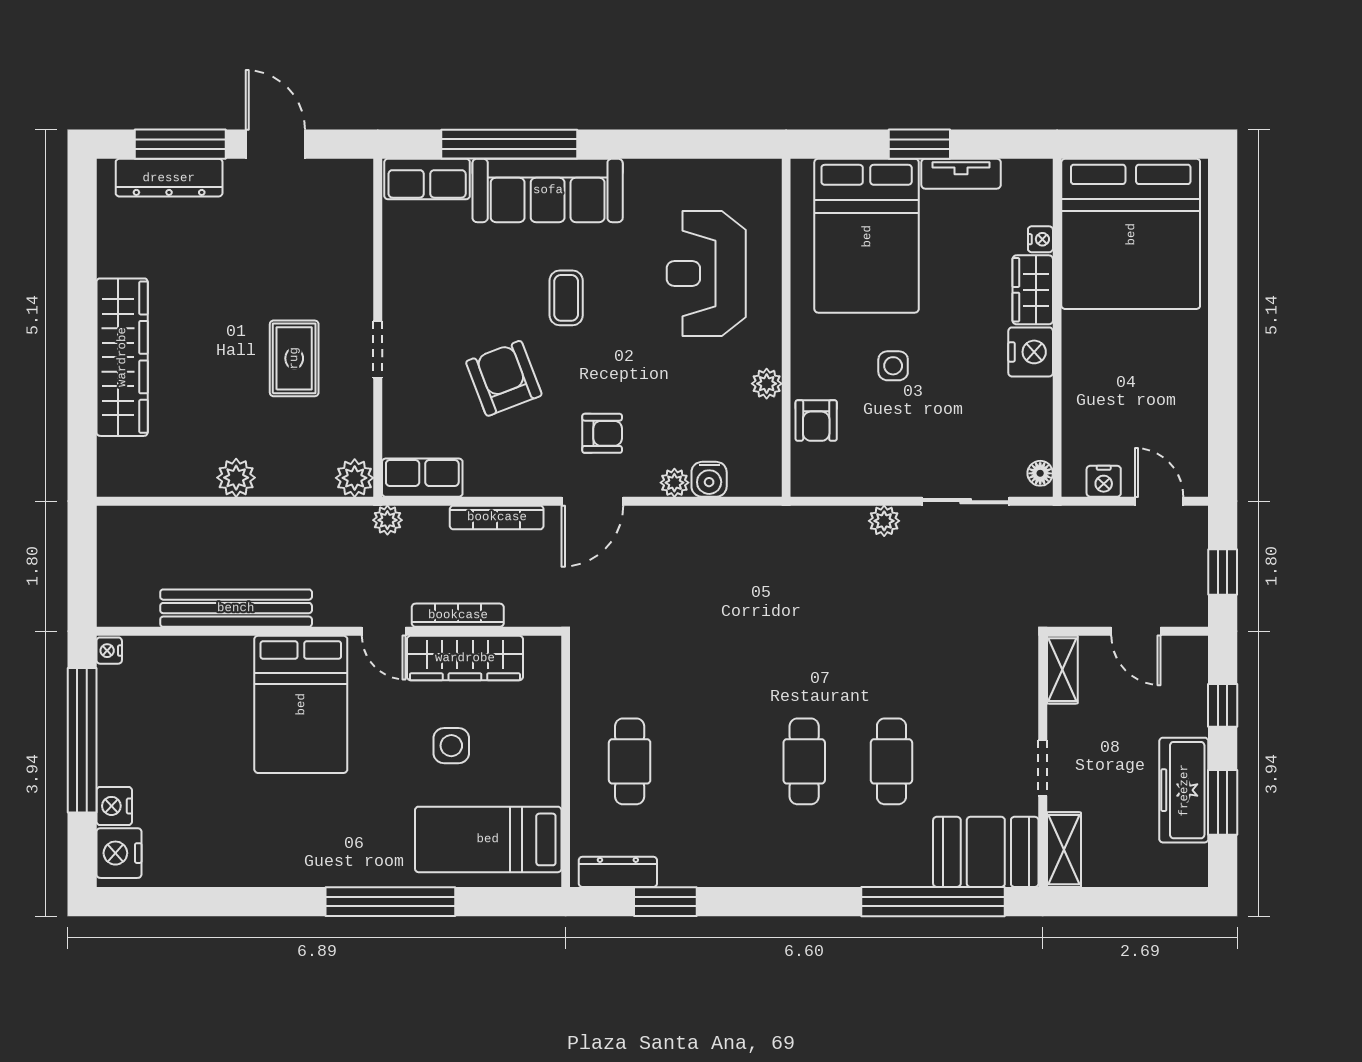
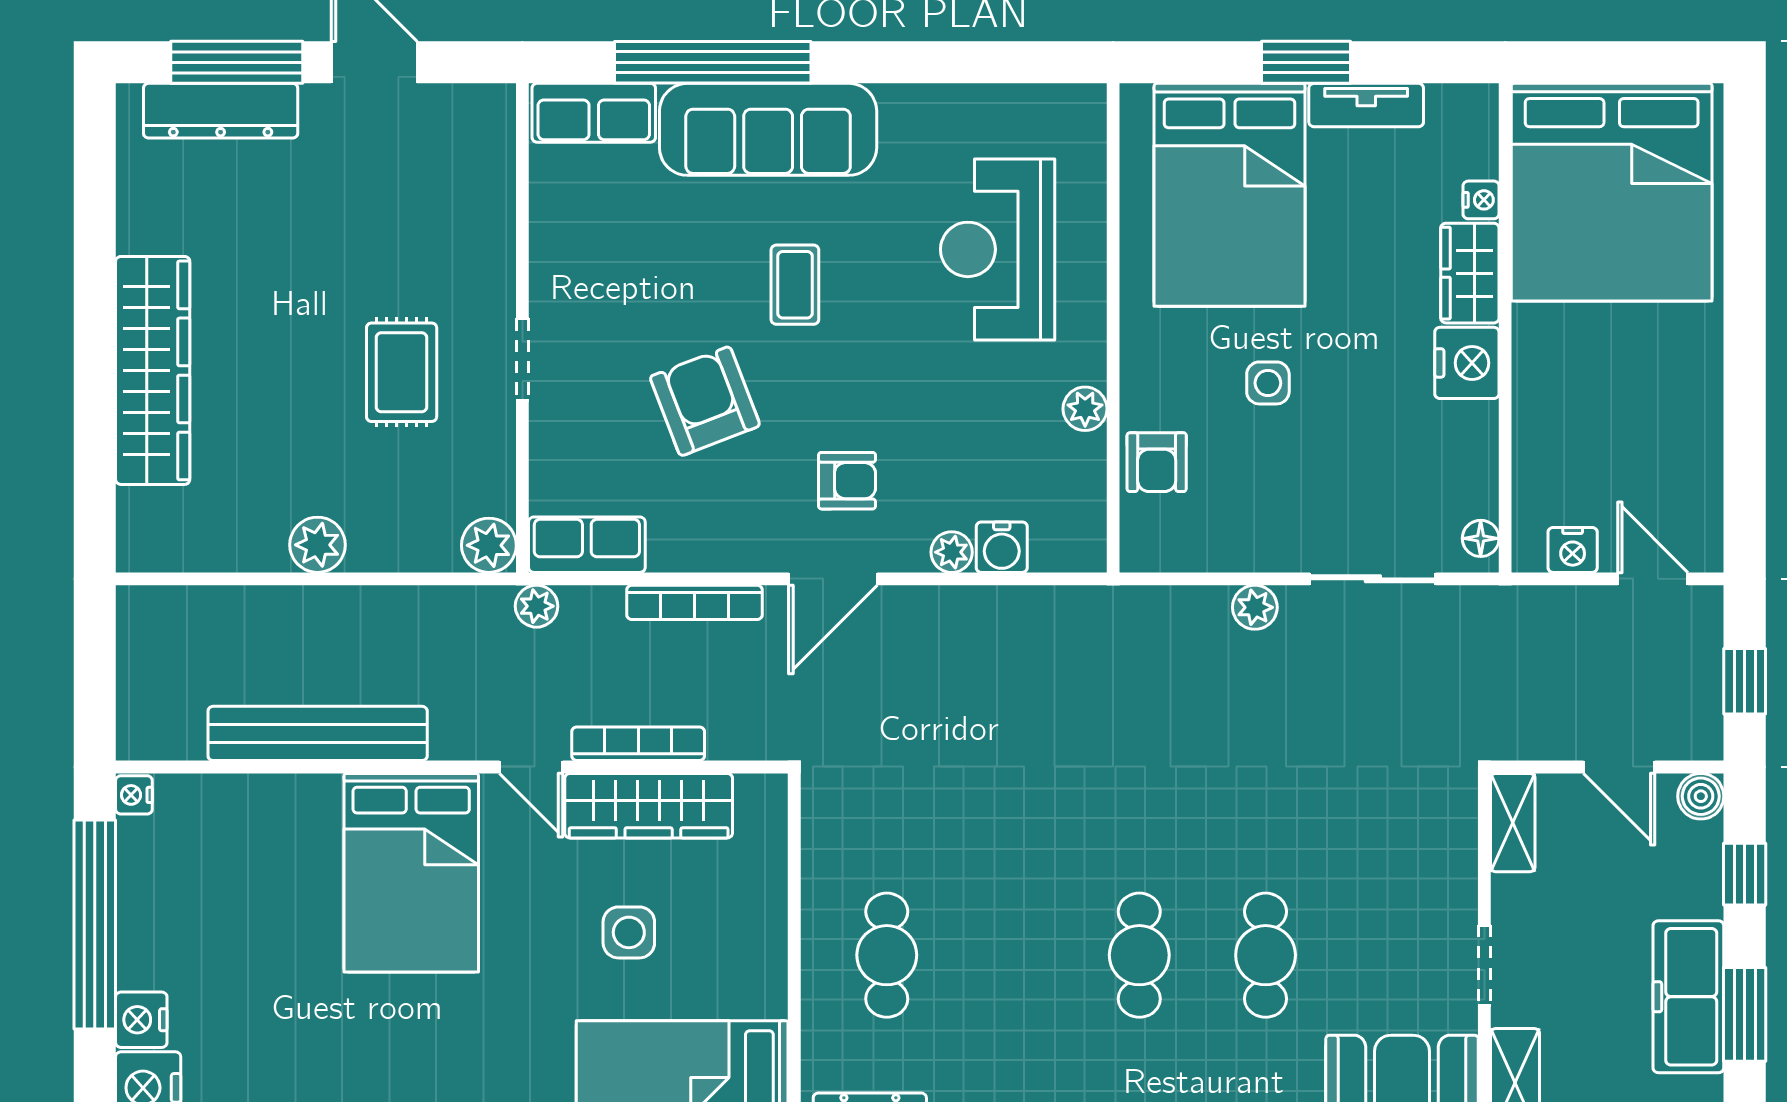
boiler: (1192, 651) -> (1701, 796), added

